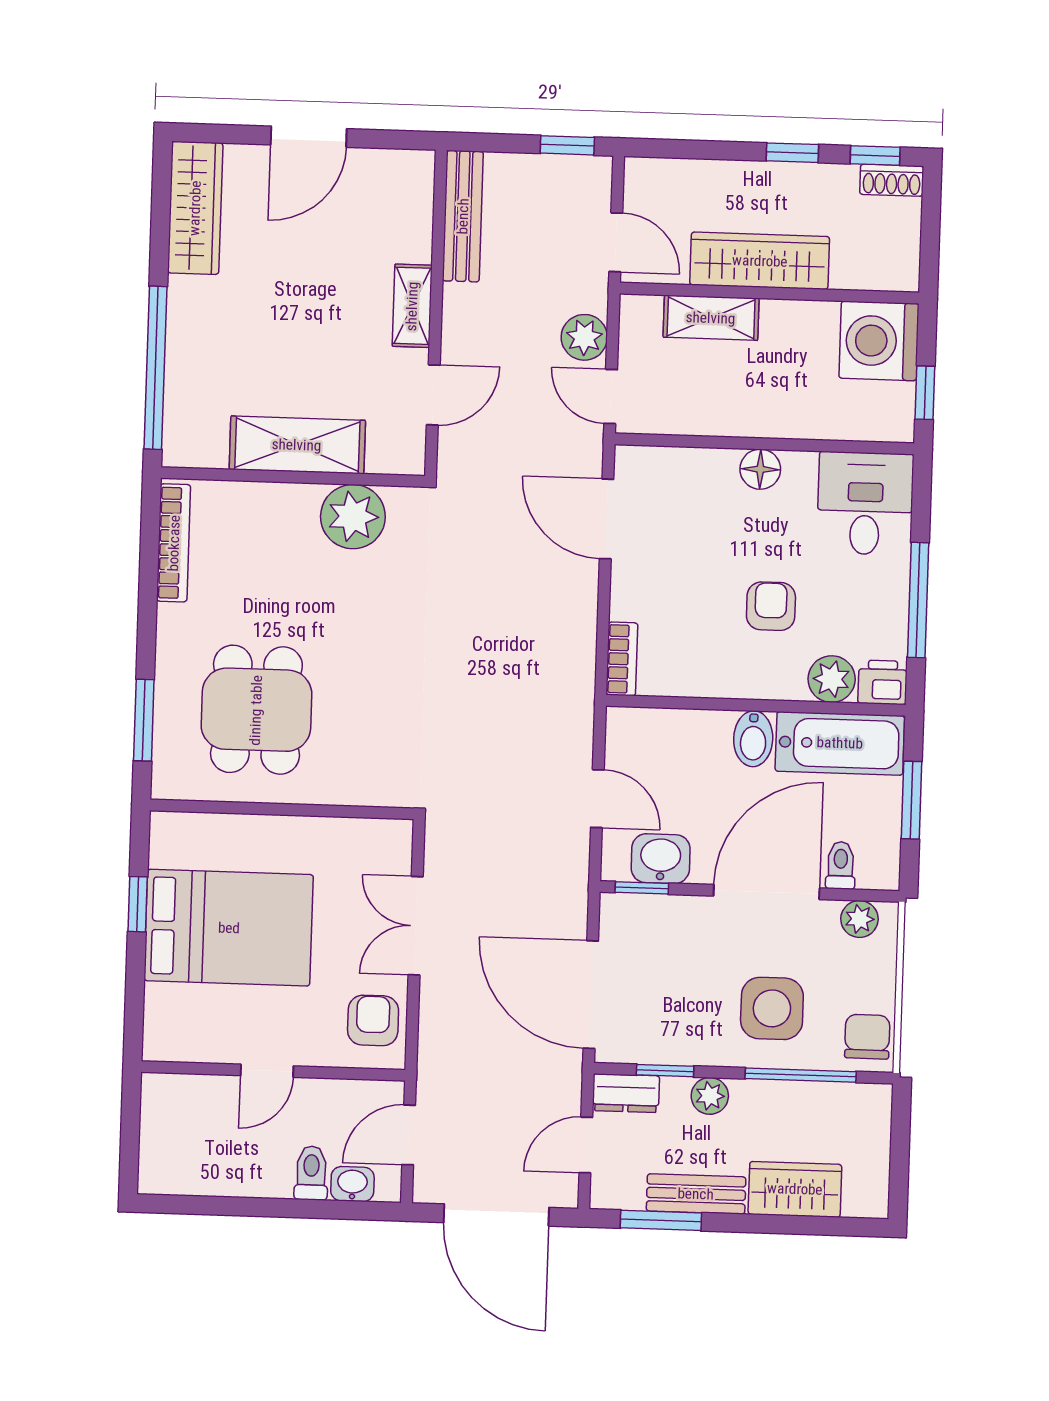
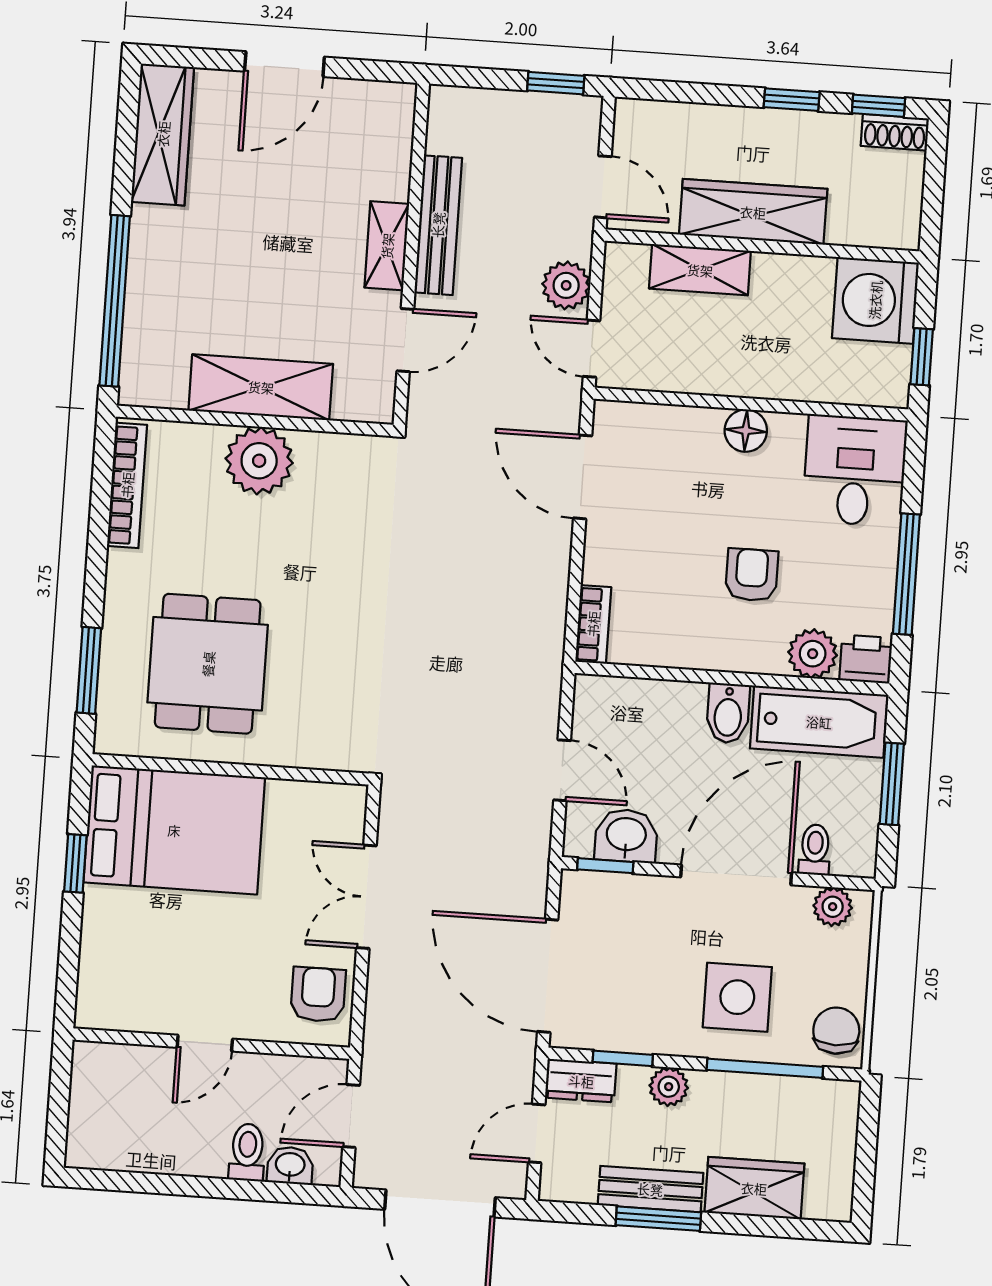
bench: (463, 216) -> (438, 225), moved
plant: (353, 517) -> (259, 461), moved
bed: (229, 928) -> (174, 830), moved
window: (661, 1220) -> (658, 1219), moved

